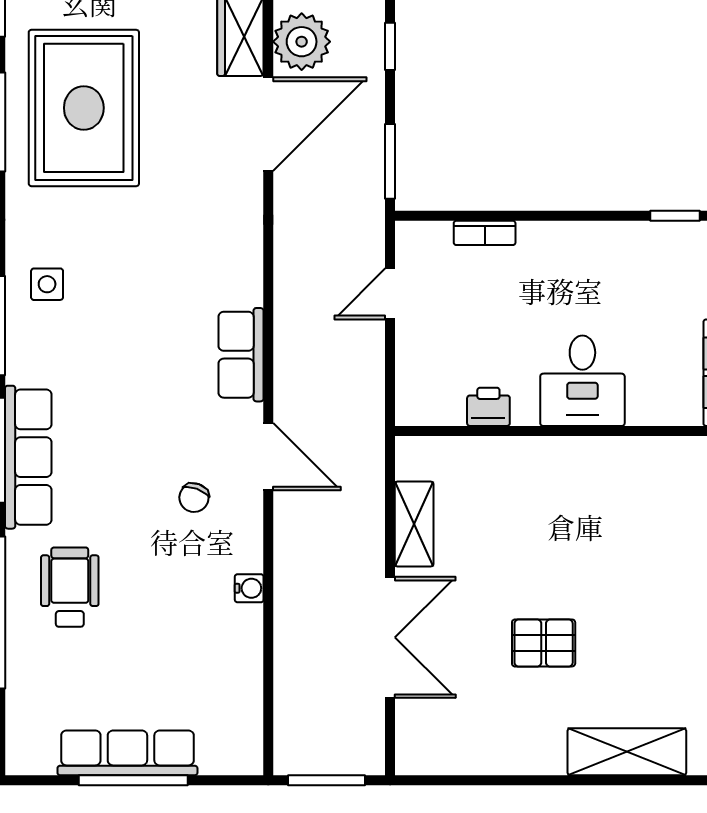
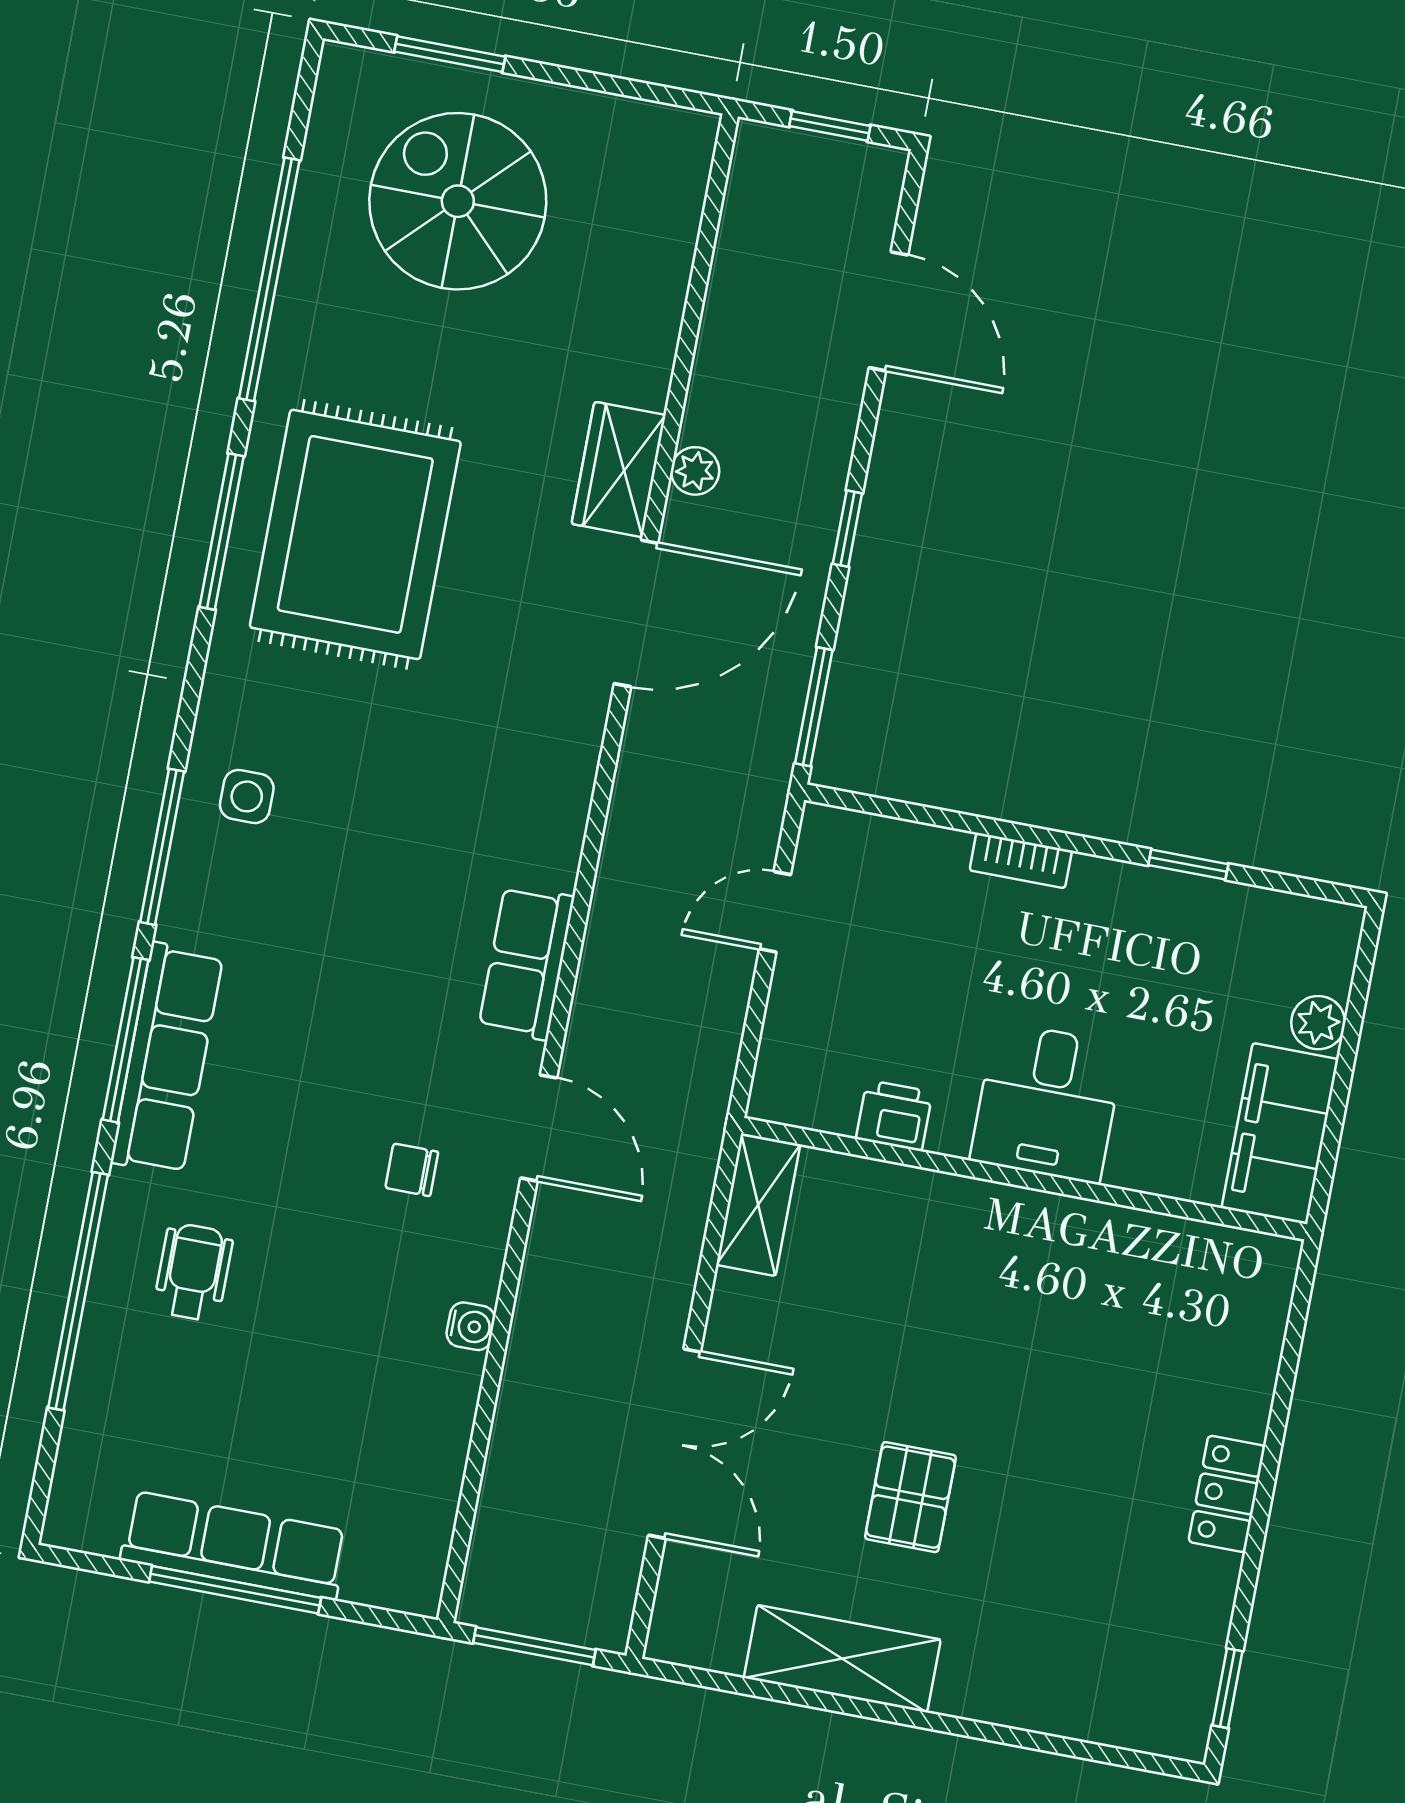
plant: (302, 42) -> (695, 471), width x0.53, depth x0.53
window: (675, 216) -> (1188, 865), moved
bookcase: (485, 233) -> (1021, 860), moved
chair: (194, 498) -> (412, 1170), turned 70
shelving: (414, 524) -> (758, 1205), moved
wheelchair: (70, 587) -> (193, 1272), width x0.73, depth x0.73
pallet: (544, 643) -> (910, 1497), turned 90
shelving: (627, 752) -> (842, 1659), moved

